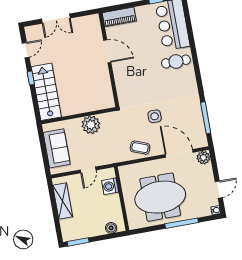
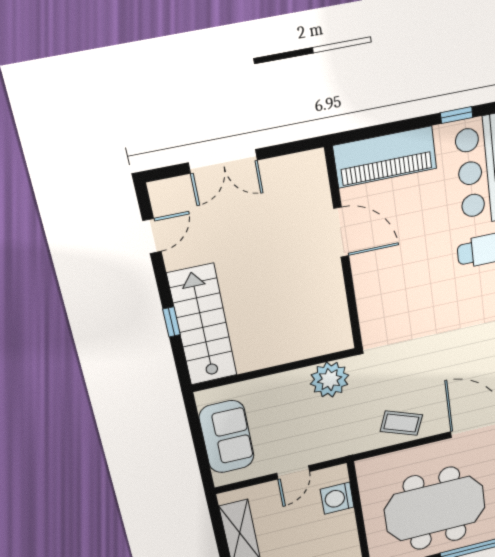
piano: (119, 17) -> (385, 157), width x1.37, depth x1.33
window: (31, 78) -> (171, 322), moved
side table: (155, 116) -> (435, 361), removed
plant: (91, 125) -> (330, 380), moved

